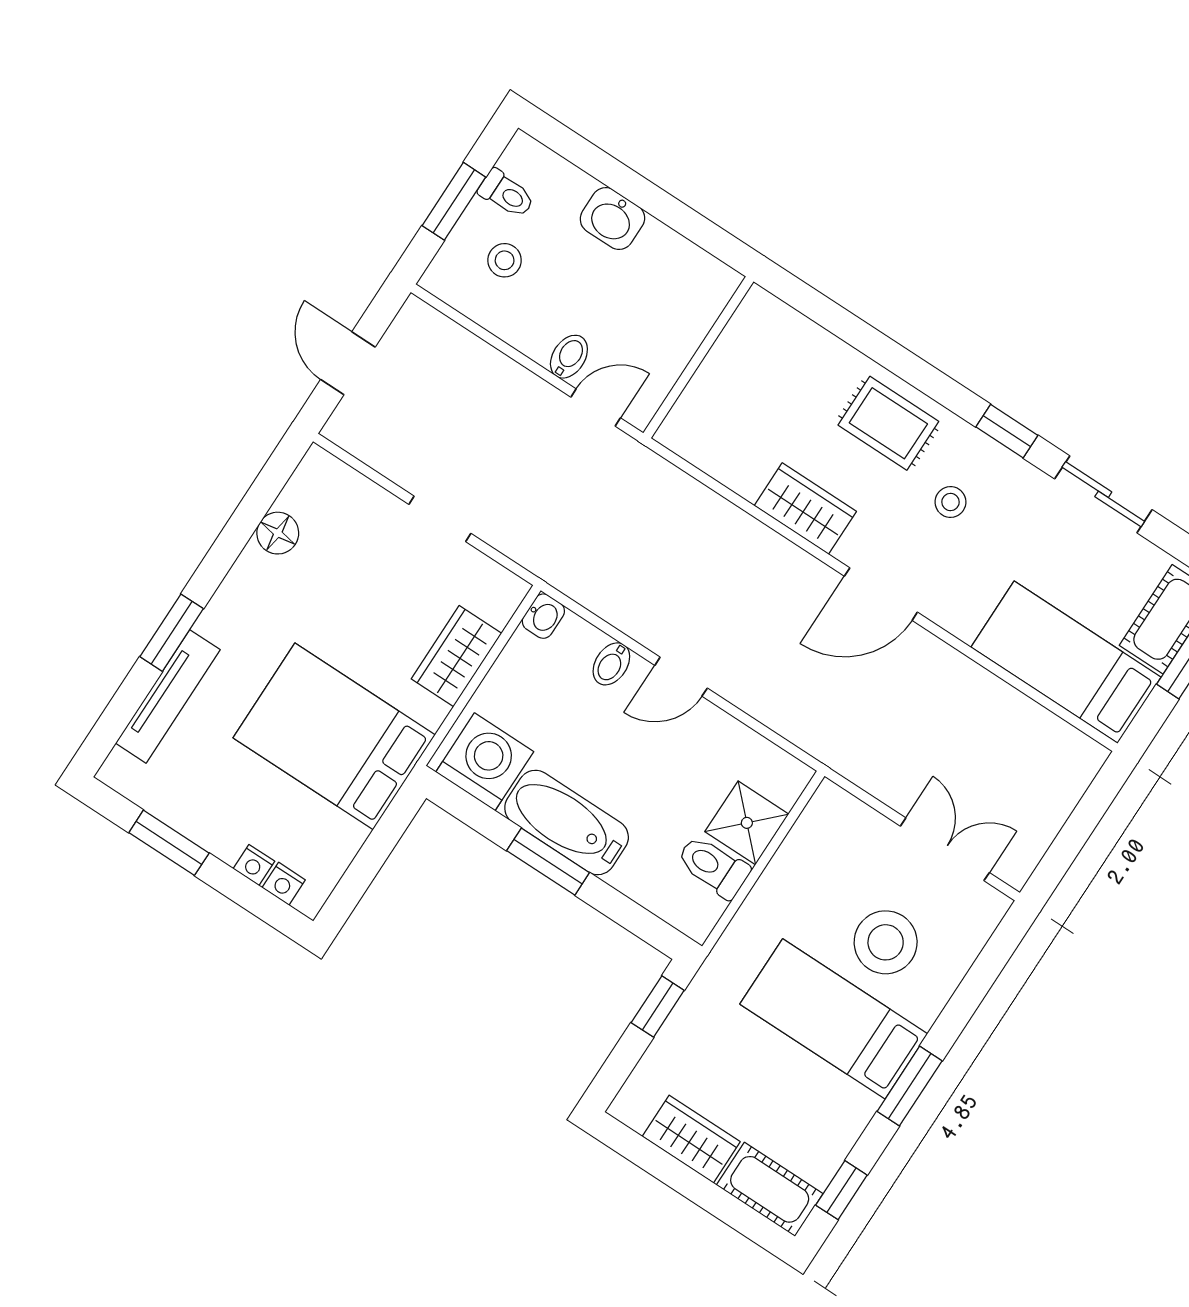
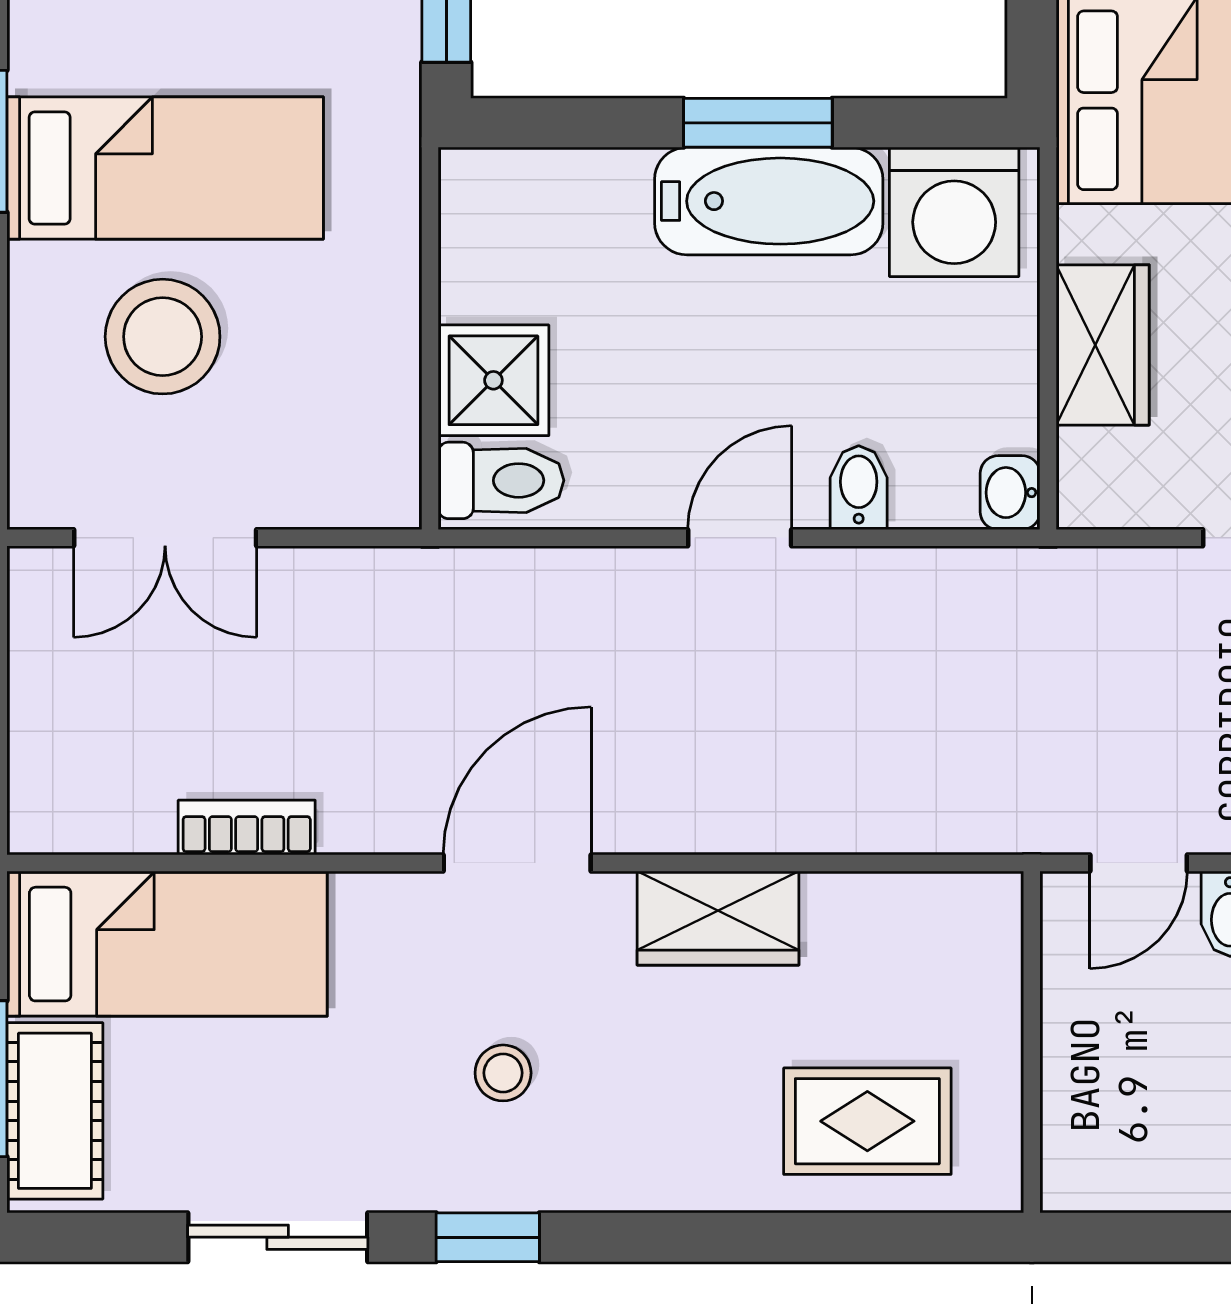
rug: (888, 423) -> (867, 1121), moved
bookcase: (994, 692) -> (247, 828), added
toilet: (713, 867) -> (501, 480), moved

